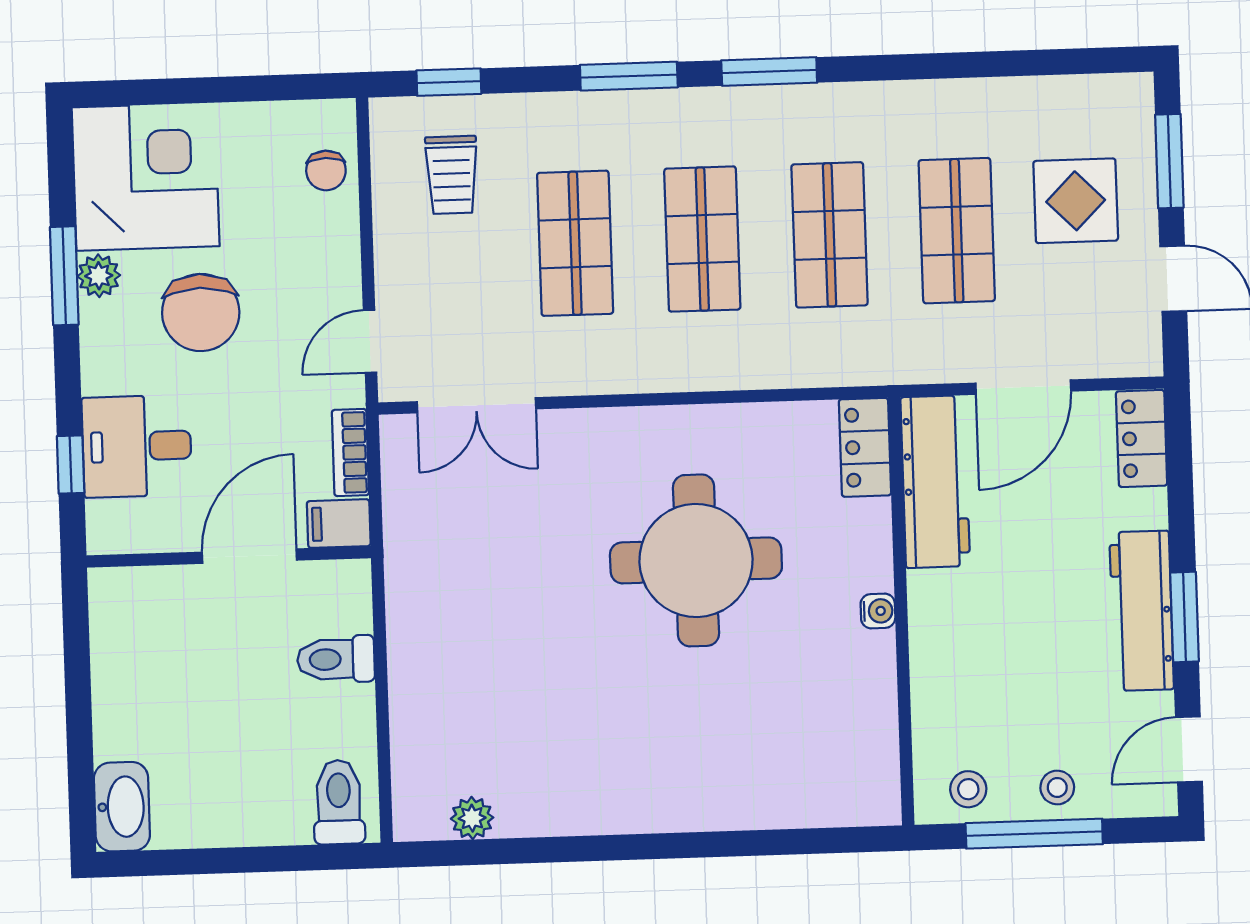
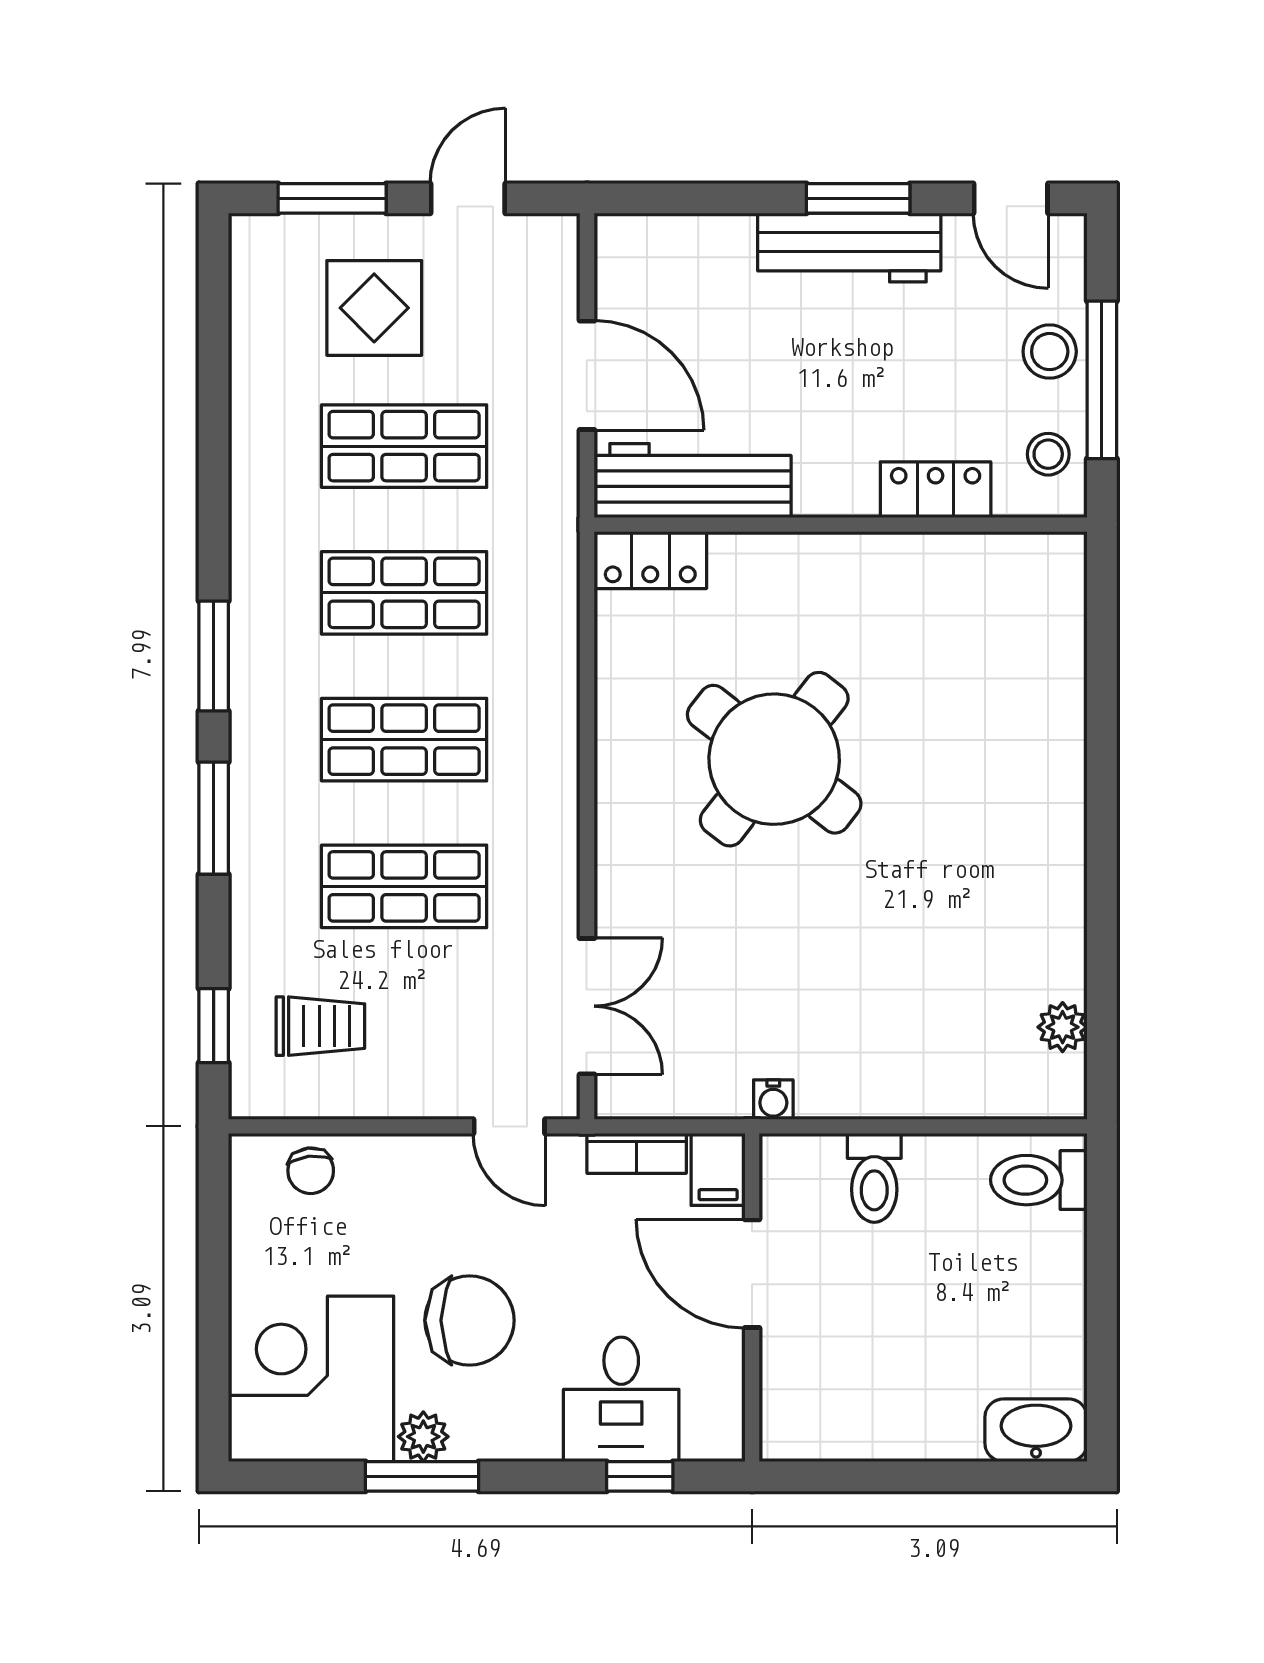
chair: (326, 170) -> (311, 1171), turned 83
locker: (1142, 438) -> (936, 490), moved, turned 180
round table: (696, 560) -> (774, 759), turned 38
water cooler: (878, 611) -> (773, 1100), moved, turned 180
stool: (1057, 787) -> (1050, 352), width x1.37, depth x1.37

